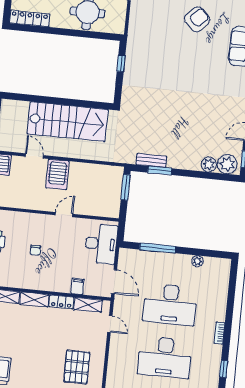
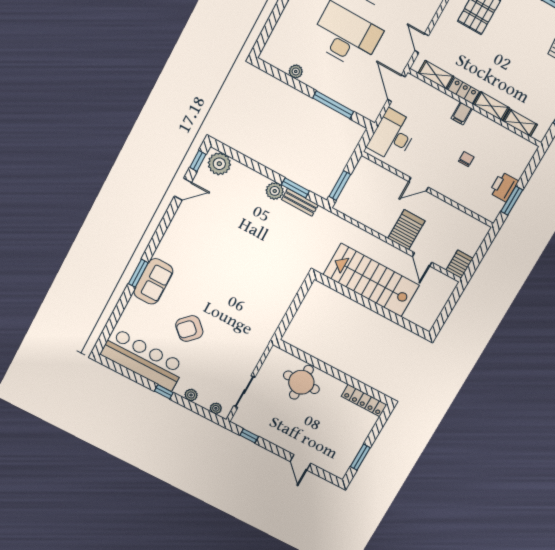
window: (121, 63) -> (289, 317), removed
plant: (209, 164) -> (275, 191), moved
filing cabinet: (78, 286) -> (462, 113), moved

